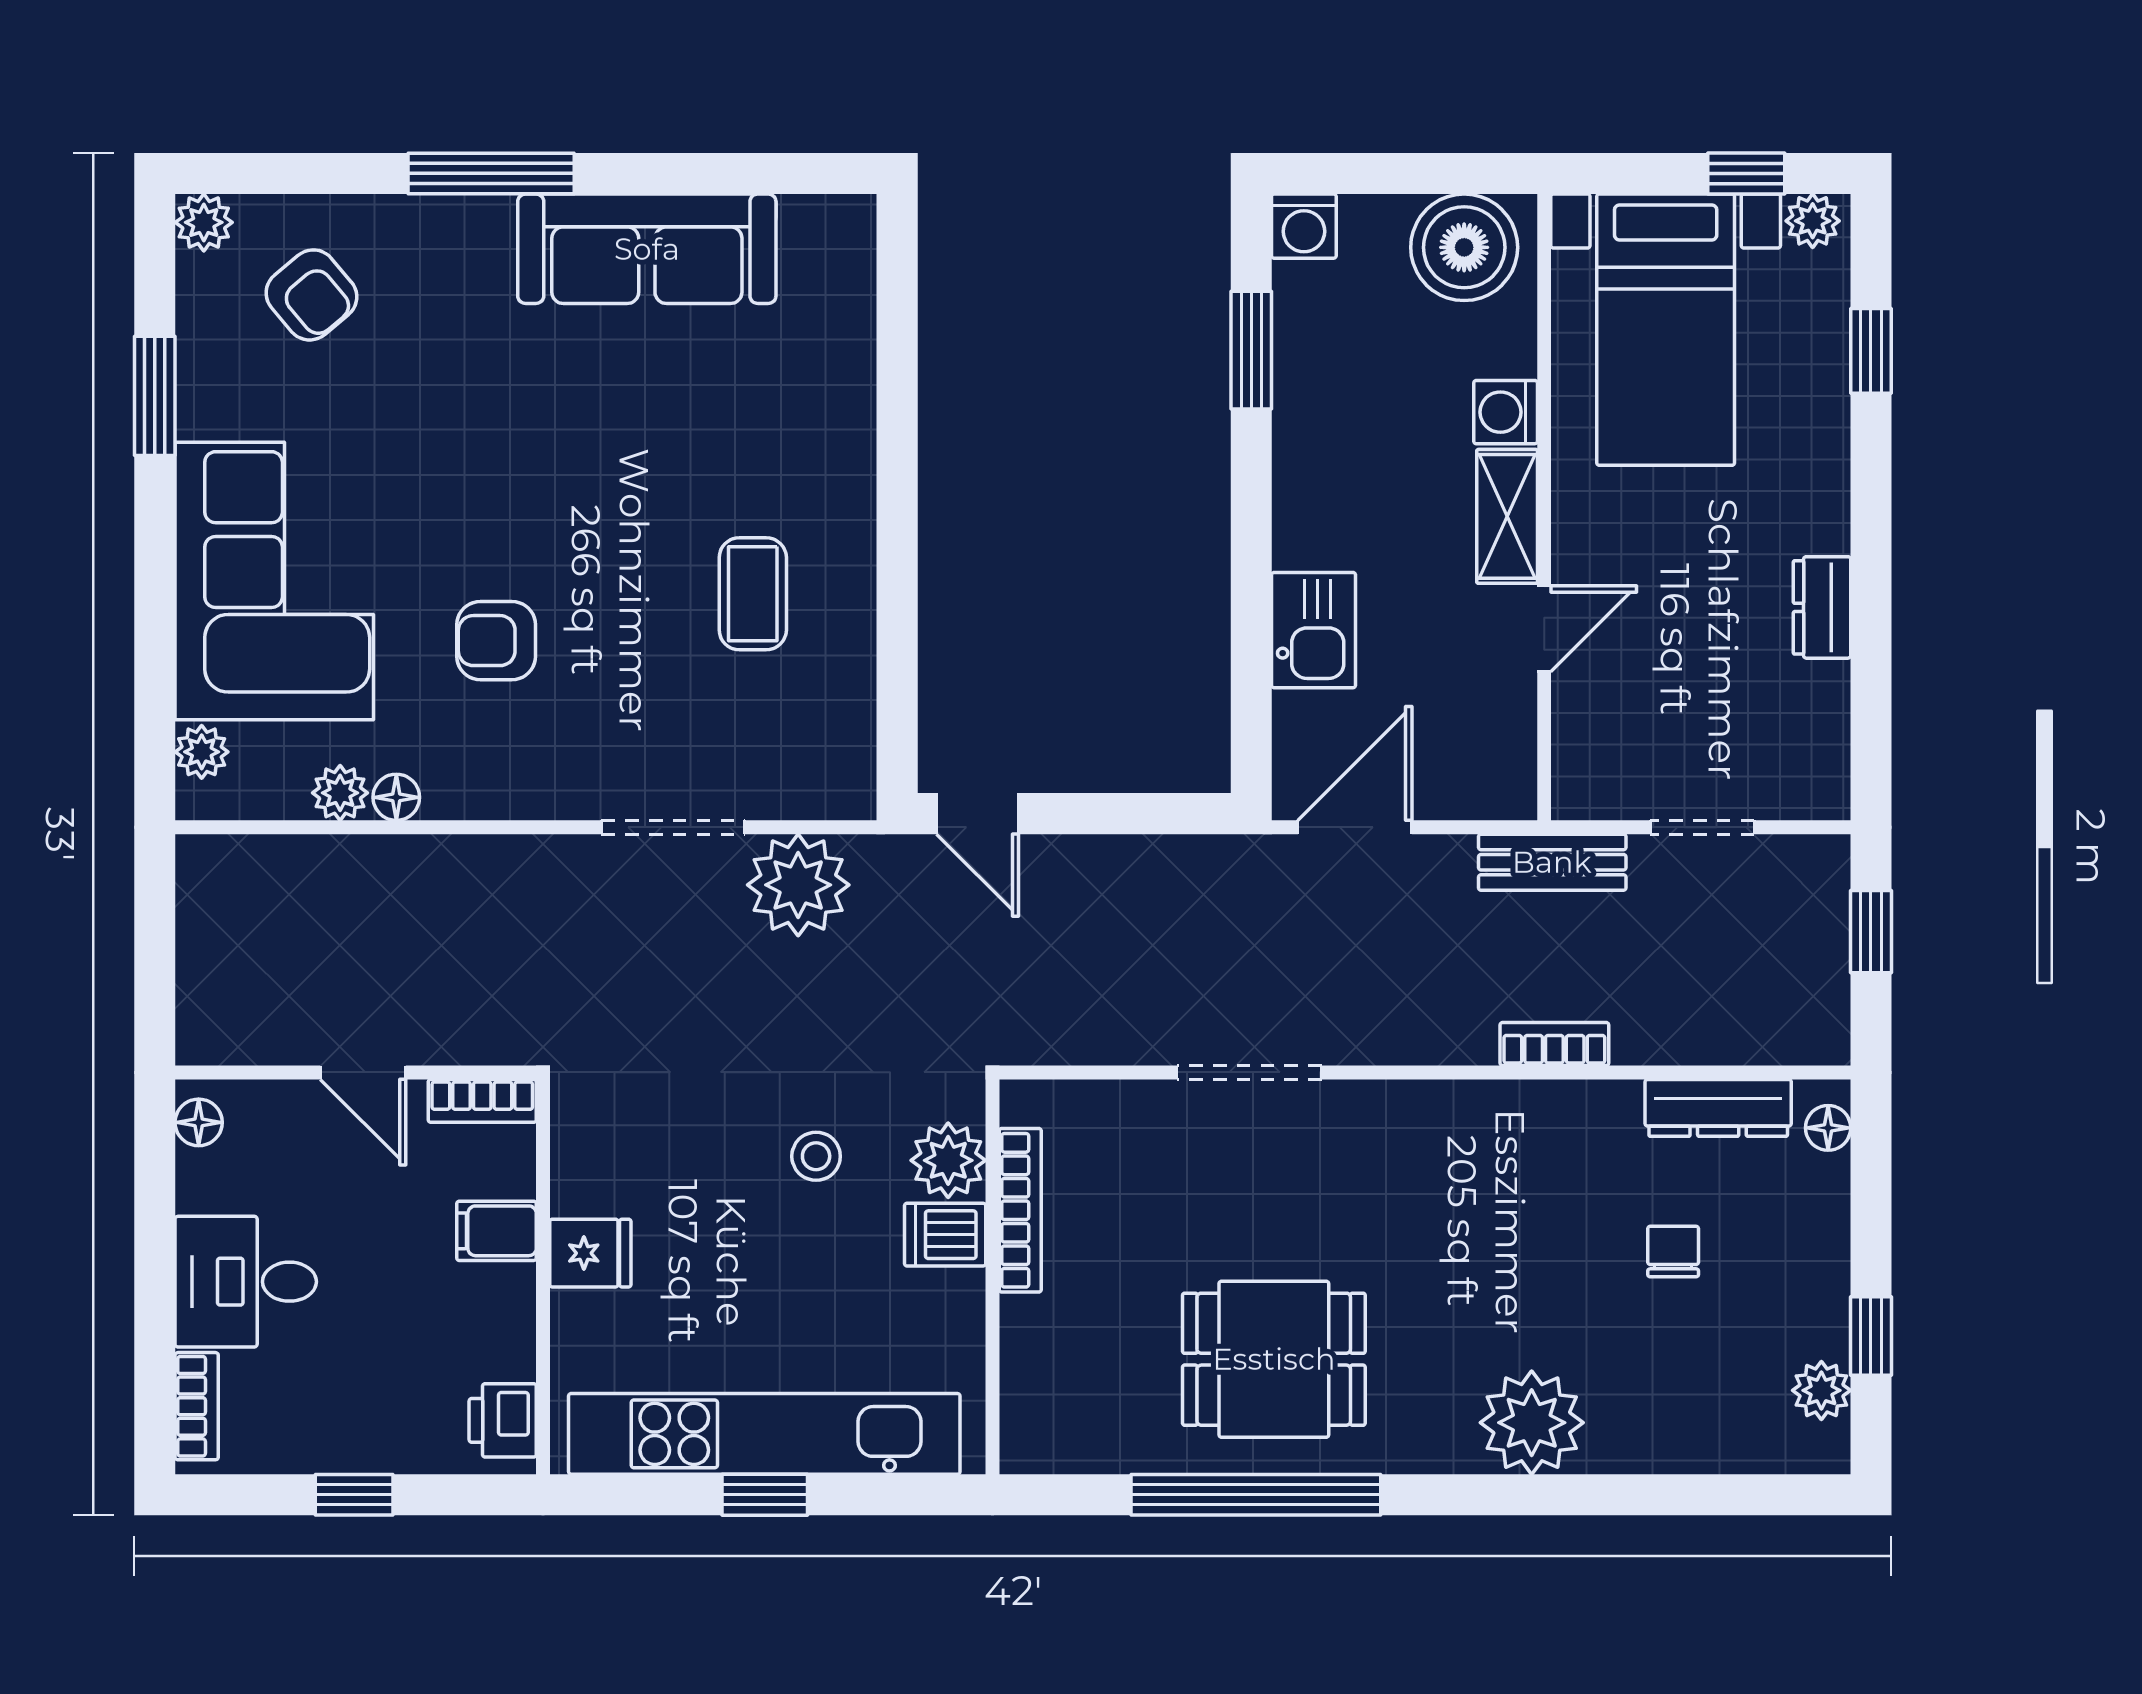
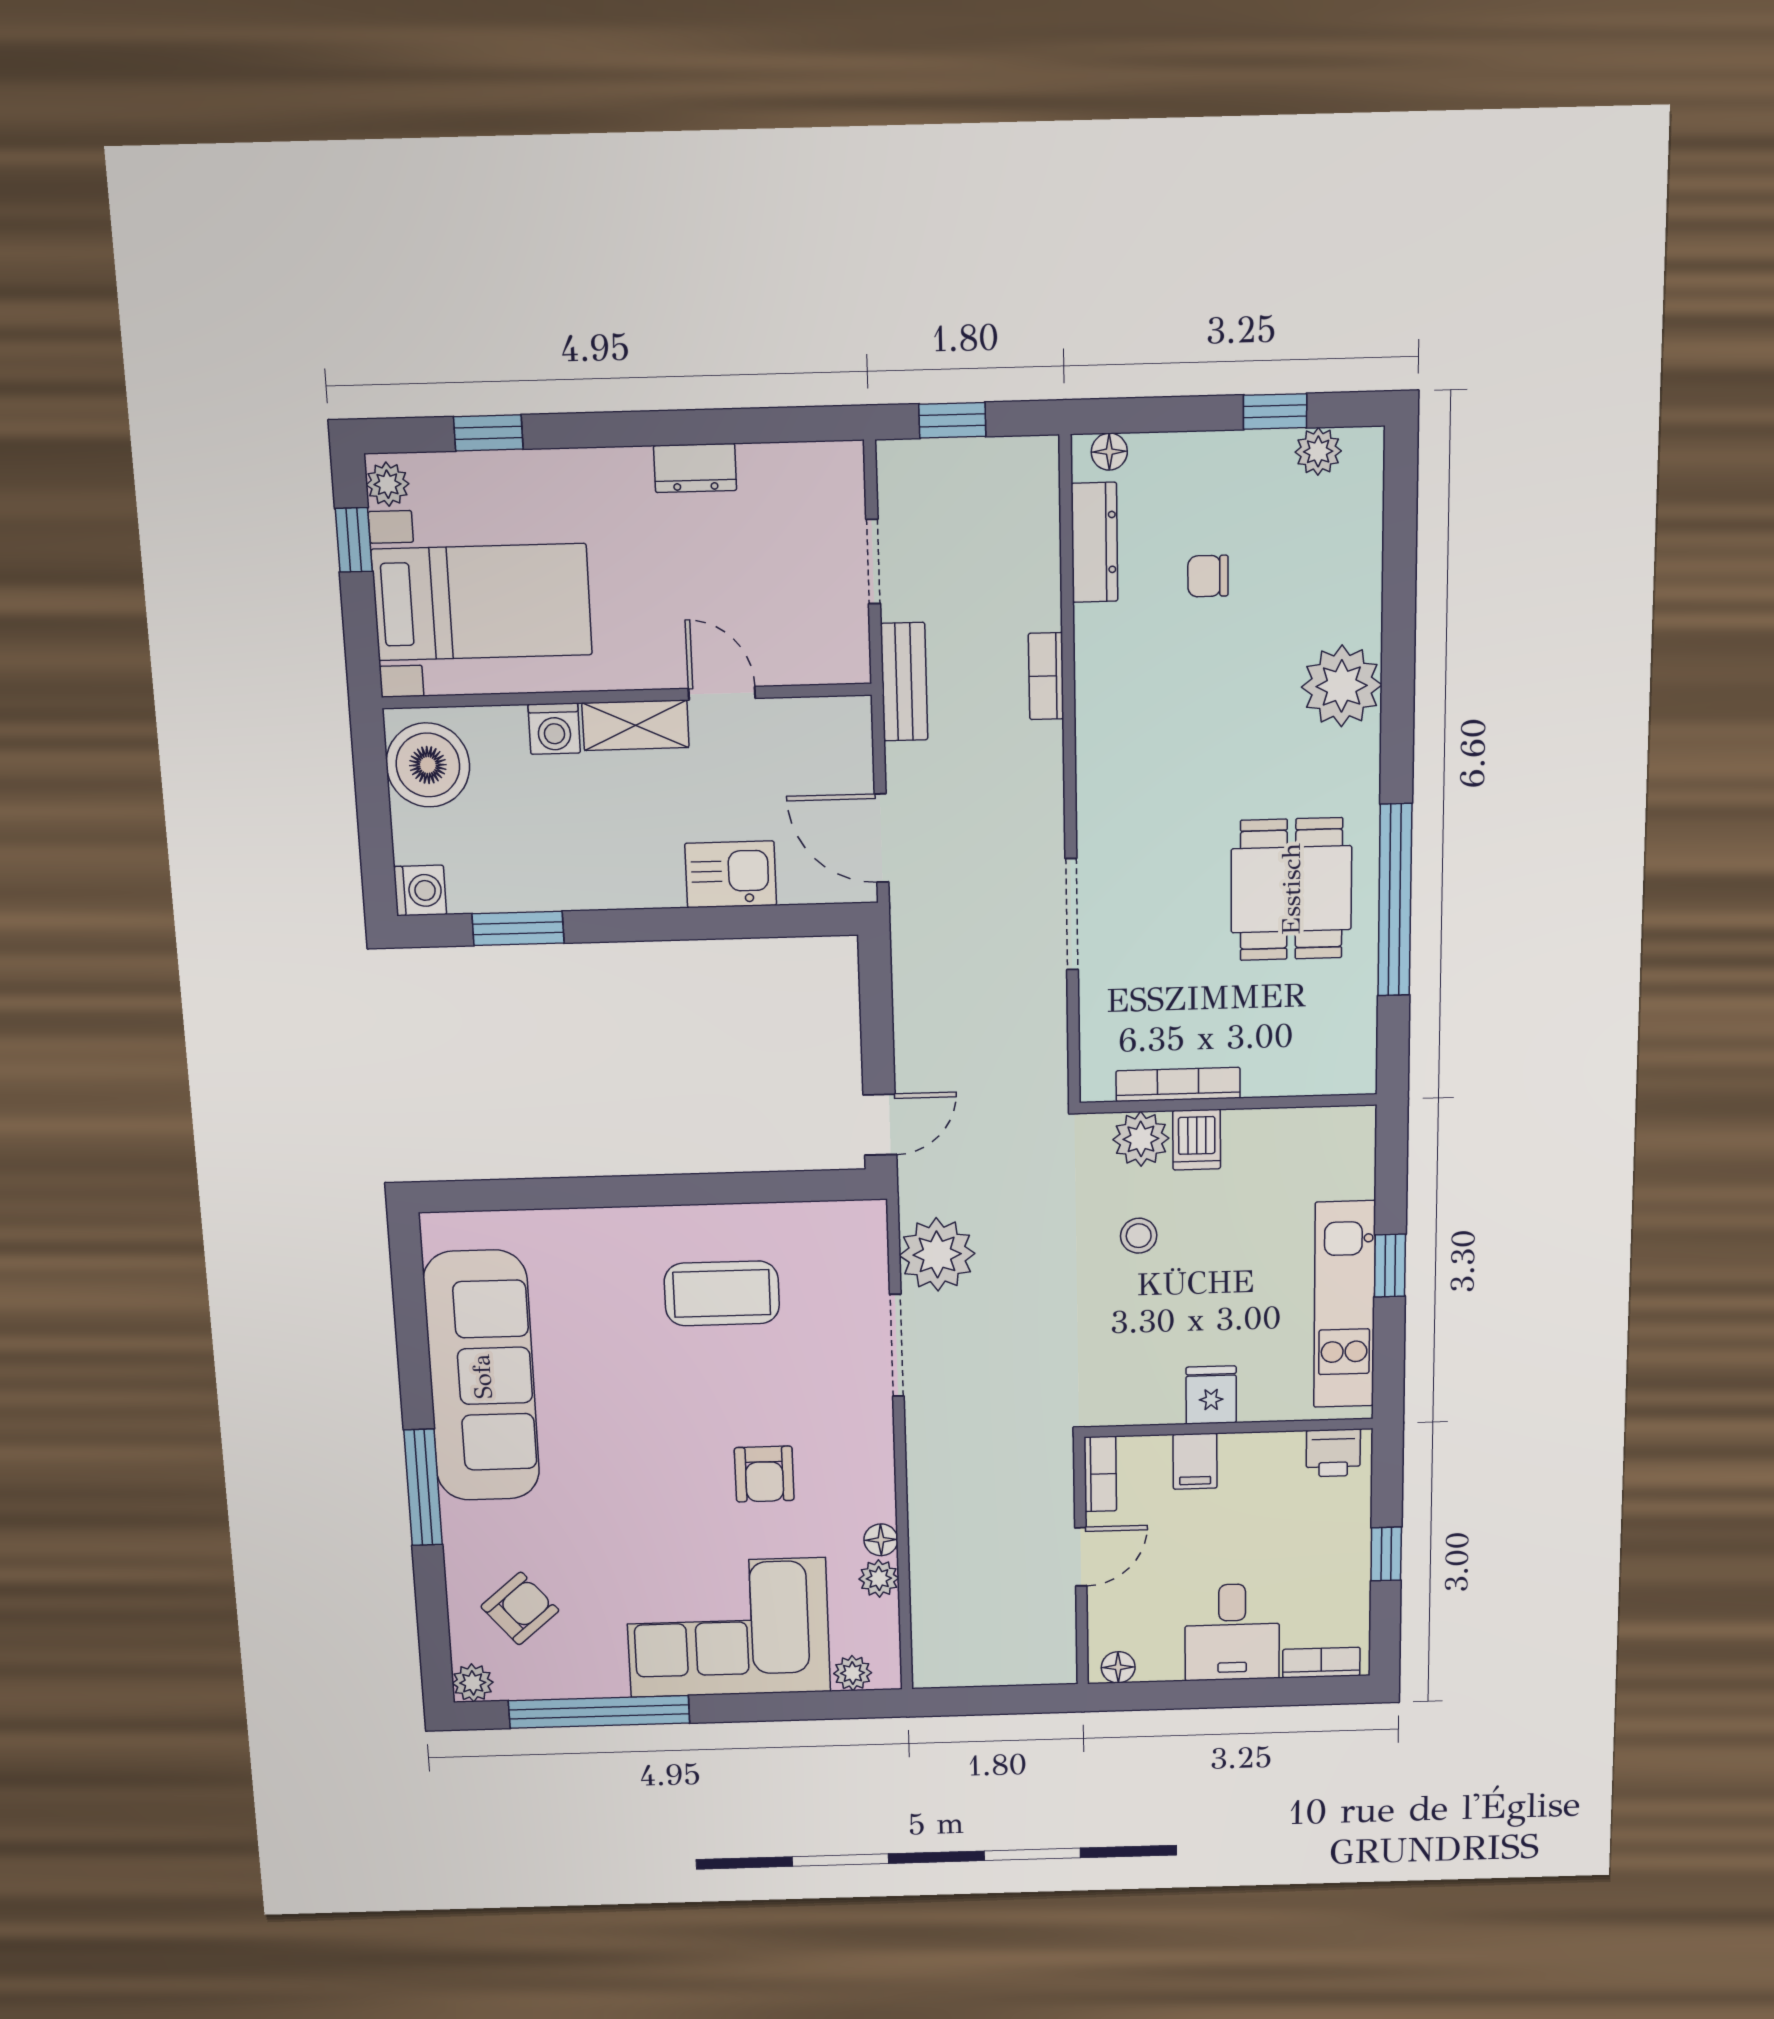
sofa: (647, 249) -> (482, 1376), width x1.36, depth x1.27
window: (155, 396) -> (599, 1712), width x2.11
coffee table: (753, 594) -> (722, 1293), width x1.36, depth x1.30
kitchen unit: (764, 1434) -> (1345, 1305), width x0.73

